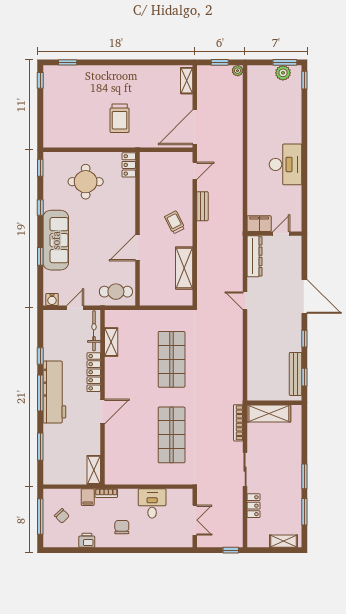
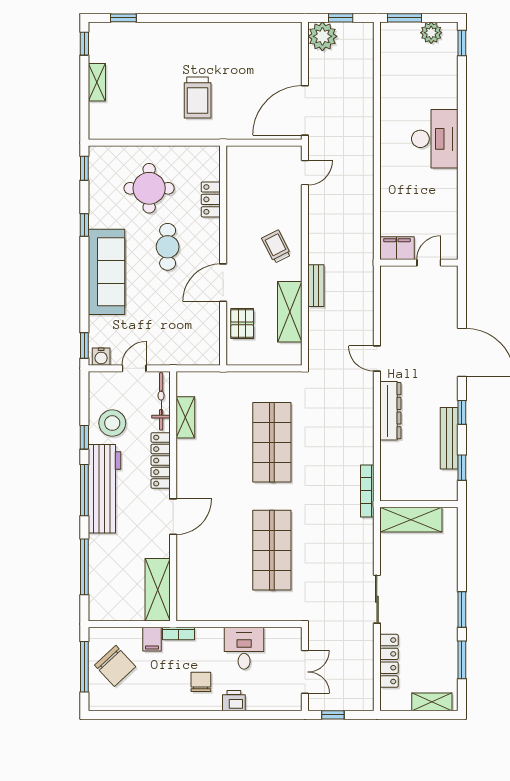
window: (285, 62) -> (405, 18), moved
plant: (238, 71) -> (322, 36), moved, width x1.88, depth x1.88
shelving: (187, 81) -> (97, 82), moved
desk: (285, 164) -> (435, 139), moved
locker: (129, 165) -> (211, 199), moved
bench: (202, 206) -> (316, 286), moved
window: (40, 256) -> (84, 345), moved
dresser: (254, 256) -> (390, 411), moved
pallet: (151, 276) -> (242, 323), added
cafe table: (116, 292) -> (168, 247), moved, turned 90
stool: (60, 346) -> (112, 423), added
bench: (296, 374) -> (449, 438), moved
bookcase: (238, 423) -> (367, 491), moved
window: (40, 447) -> (84, 567), width x1.44
shelving: (94, 470) -> (158, 590), width x1.50, depth x1.33
locker: (254, 506) -> (389, 661), width x1.53
chair: (62, 516) -> (115, 666), width x1.87, depth x1.87
printer: (87, 540) -> (234, 701), moved
window: (231, 550) -> (333, 715), moved

